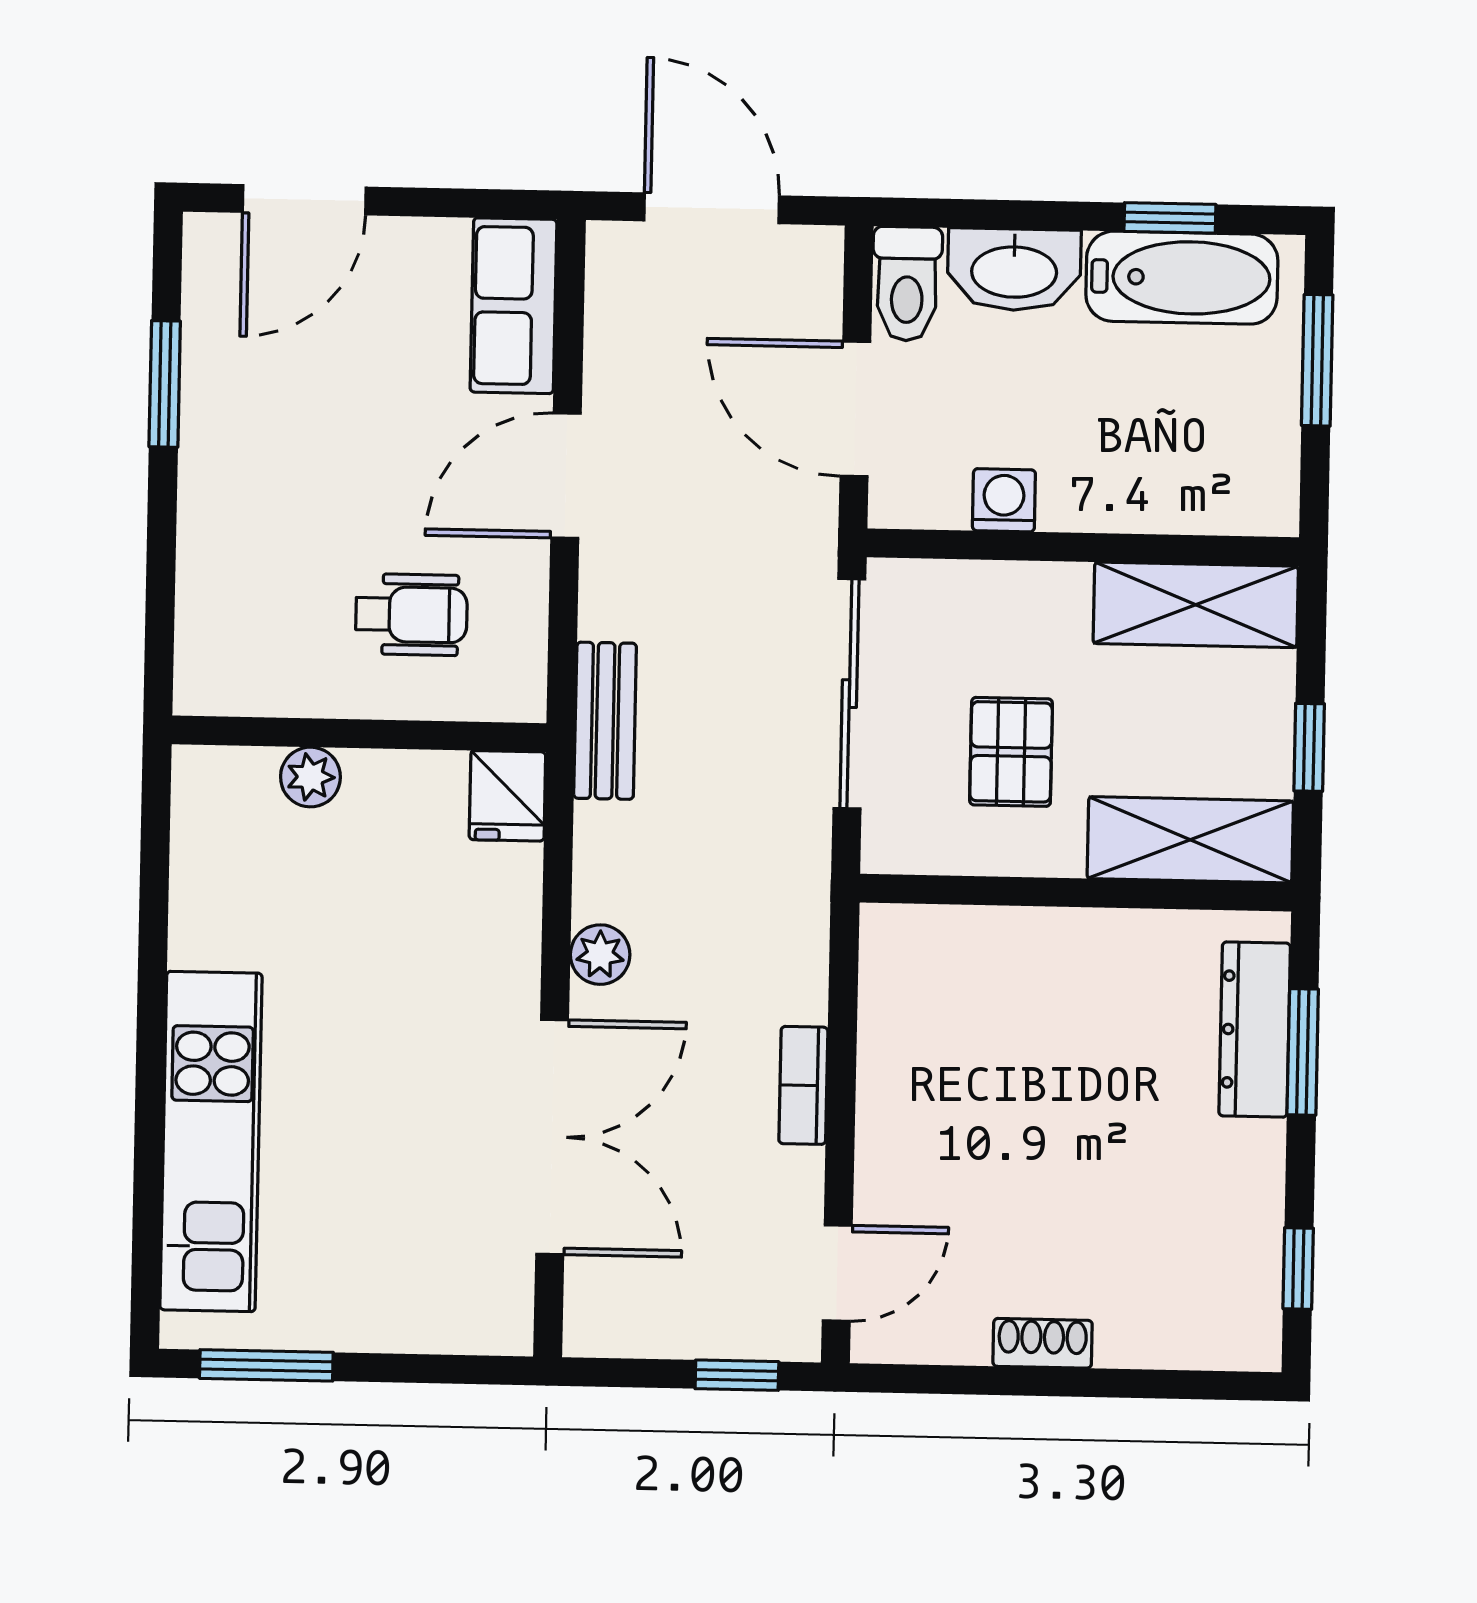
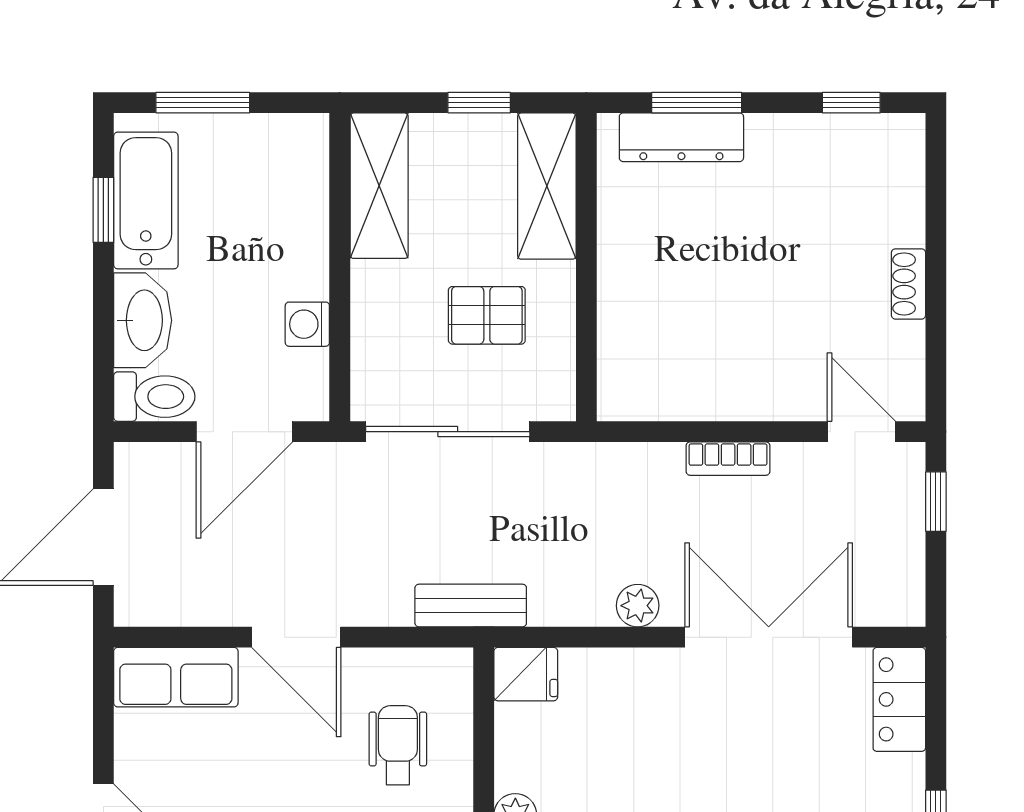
locker: (461, 1318) -> (899, 699), added

